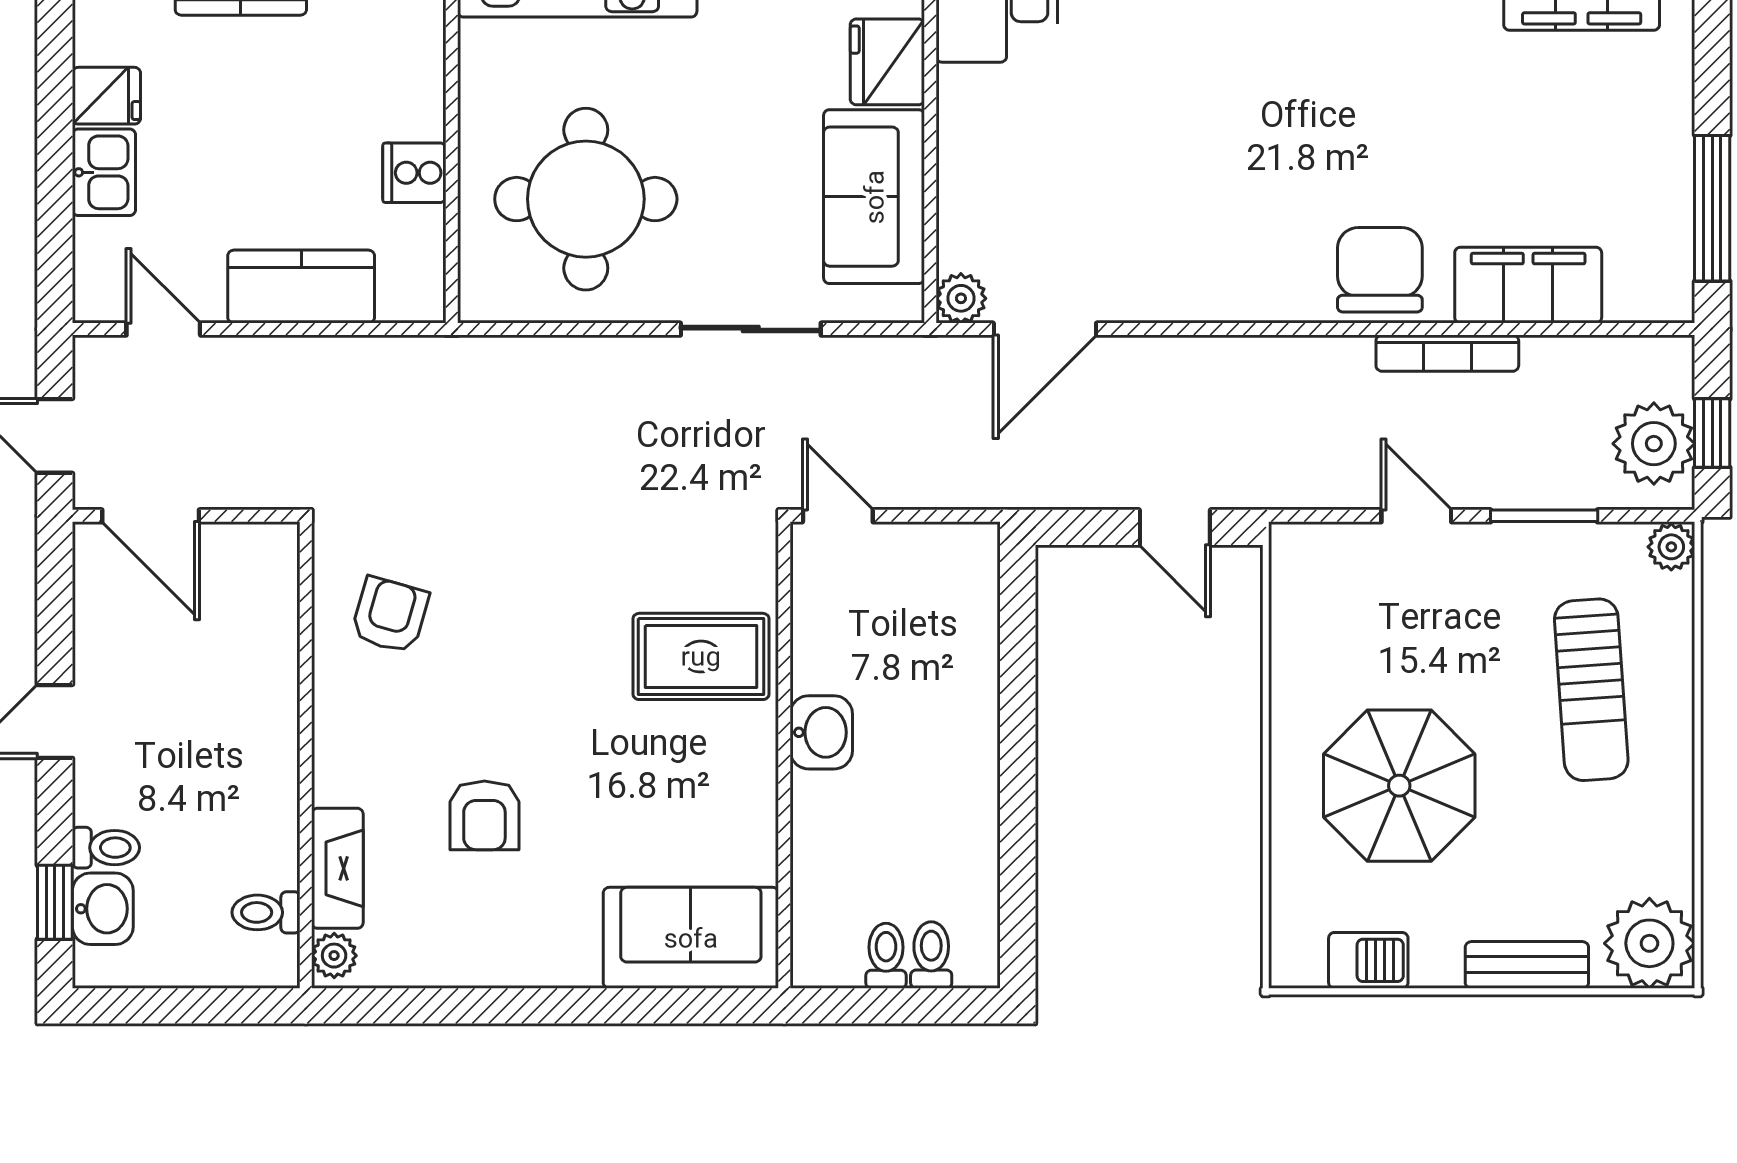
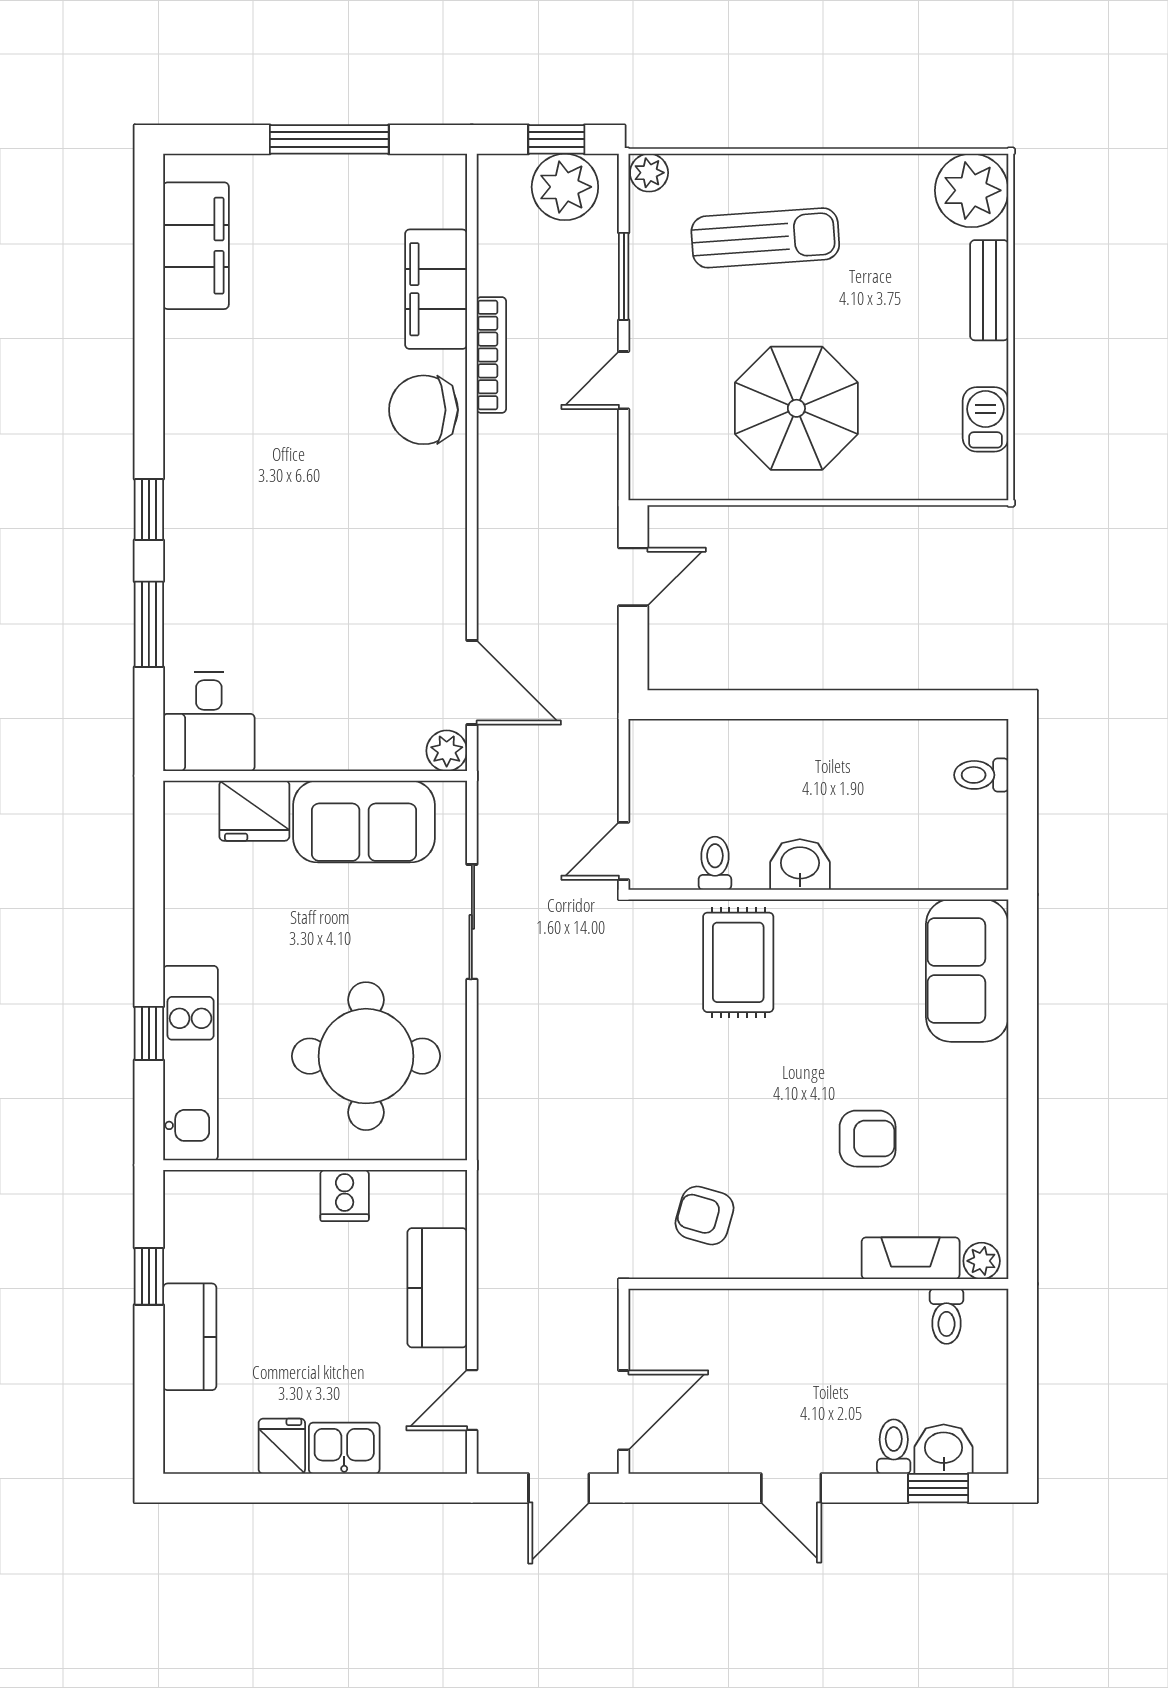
window: (1712, 208) -> (329, 139), moved
parasol: (1399, 786) -> (796, 408), moved
toilet: (886, 956) -> (715, 863), moved, turned 90

